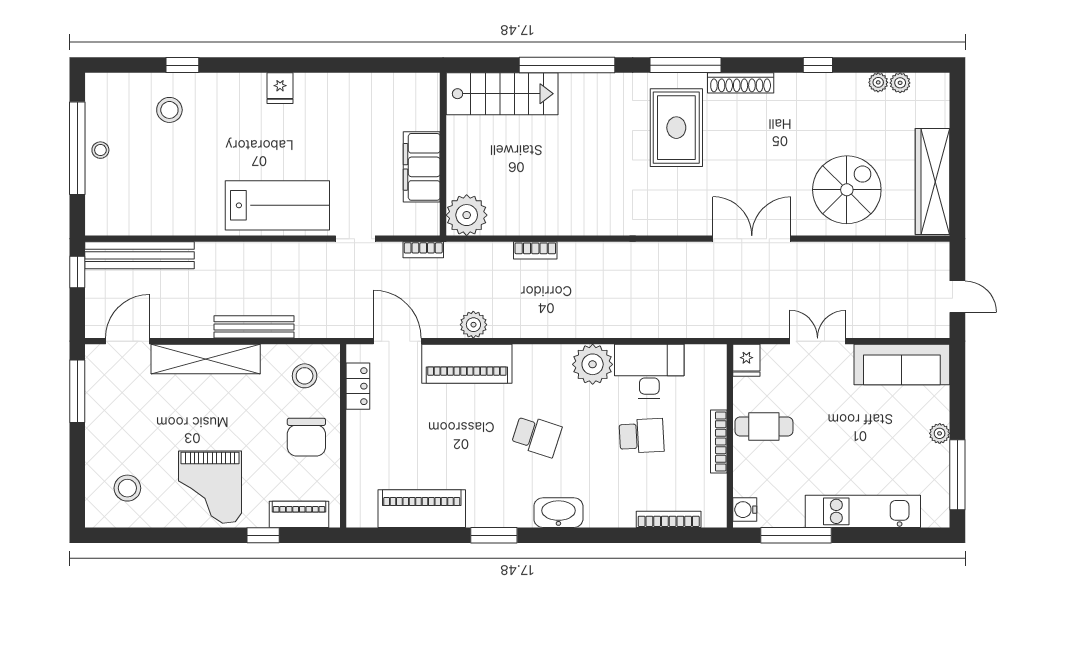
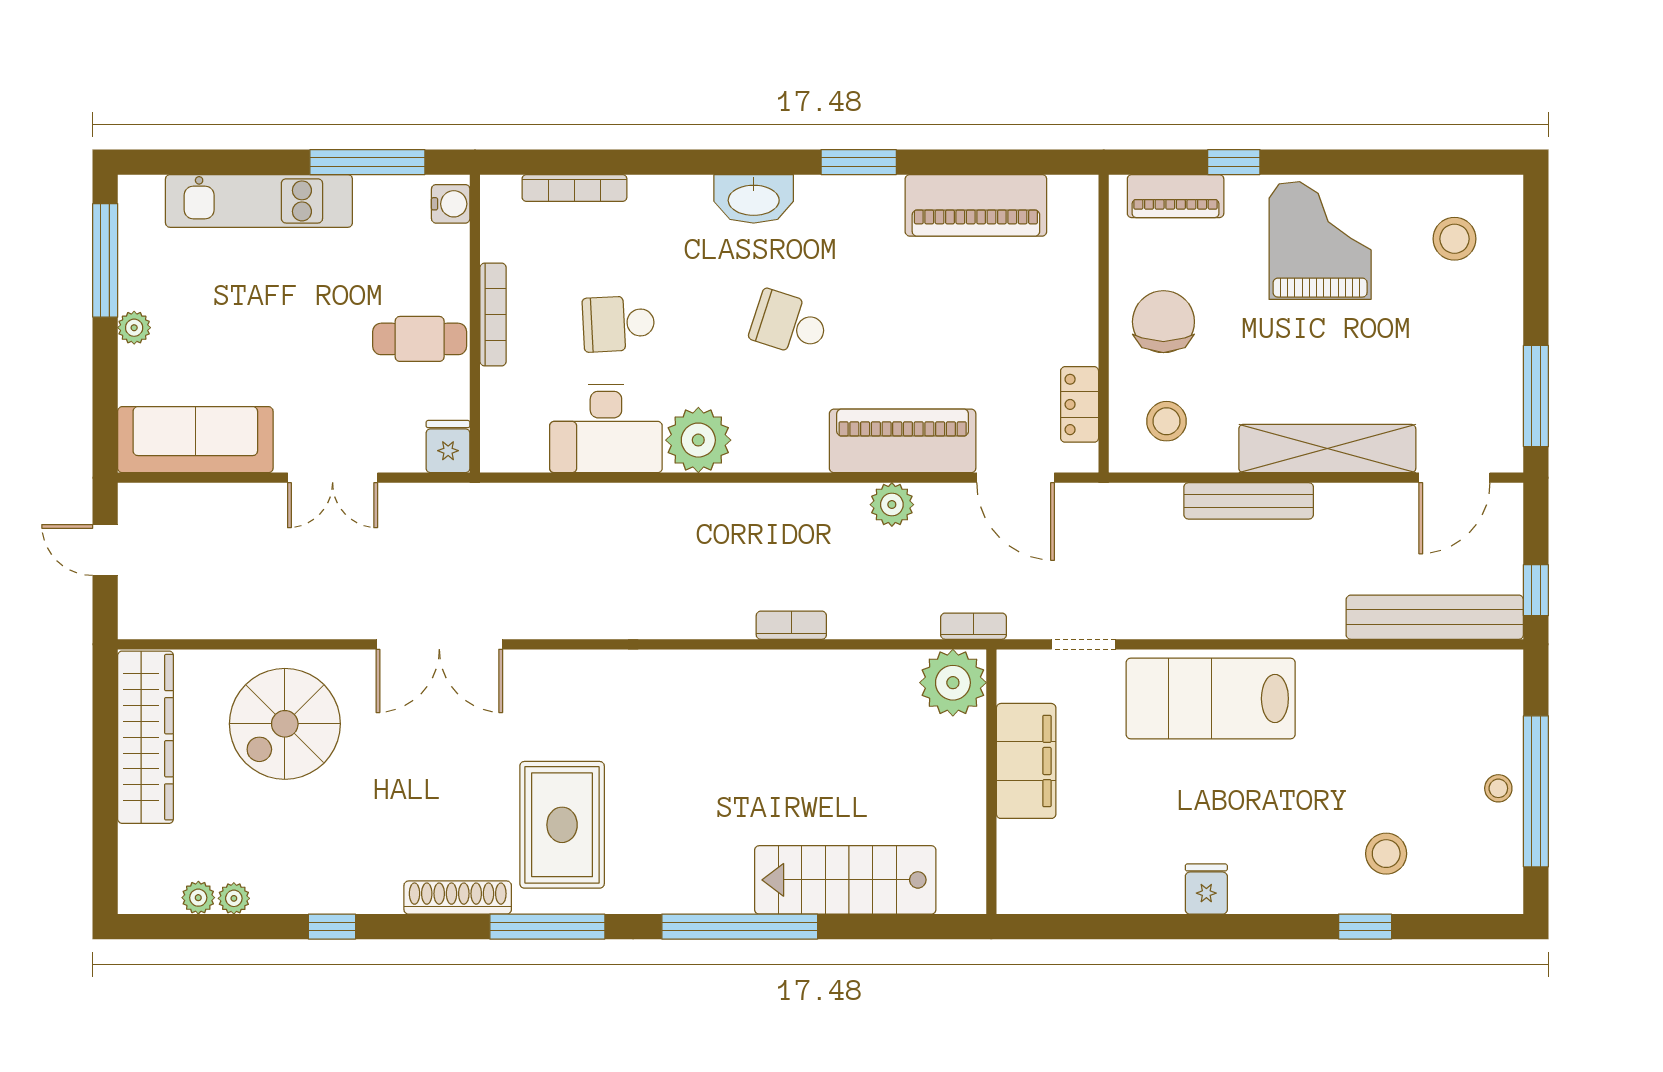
wall: (443, 154) -> (991, 782), moved
filing cabinet: (422, 167) -> (1026, 761), moved
plant: (467, 215) -> (953, 683), moved

